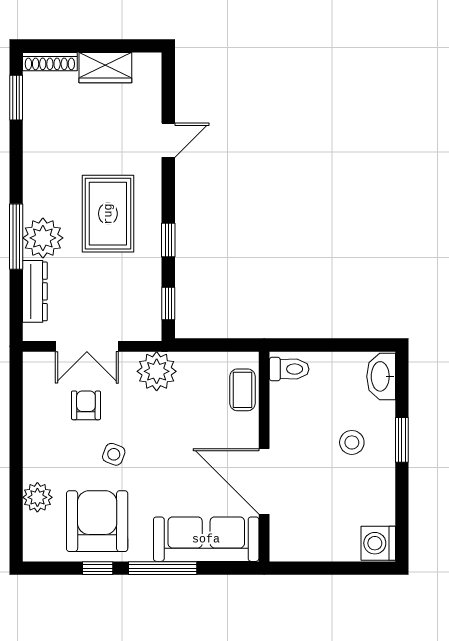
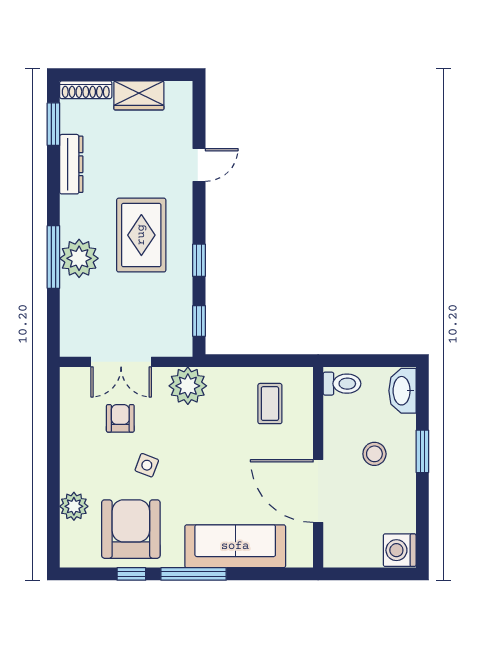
dresser: (35, 291) -> (71, 164), moved
toilet: (289, 369) -> (342, 384), moved
wall: (264, 457) -> (318, 467), moved
door: (264, 481) -> (318, 491), moved

